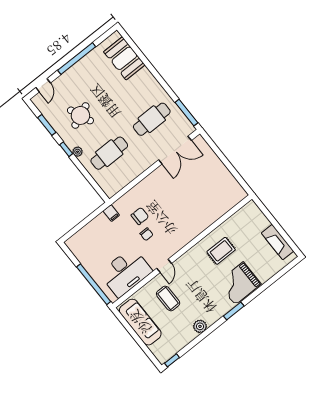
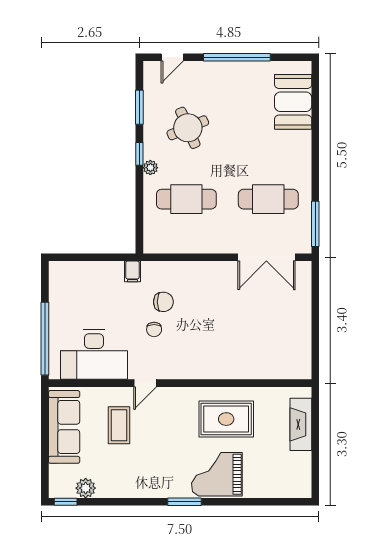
fireplace: (278, 242) -> (301, 424), moved
rug: (221, 251) -> (226, 419), width x1.36, depth x1.43
plant: (200, 326) -> (86, 488), moved

